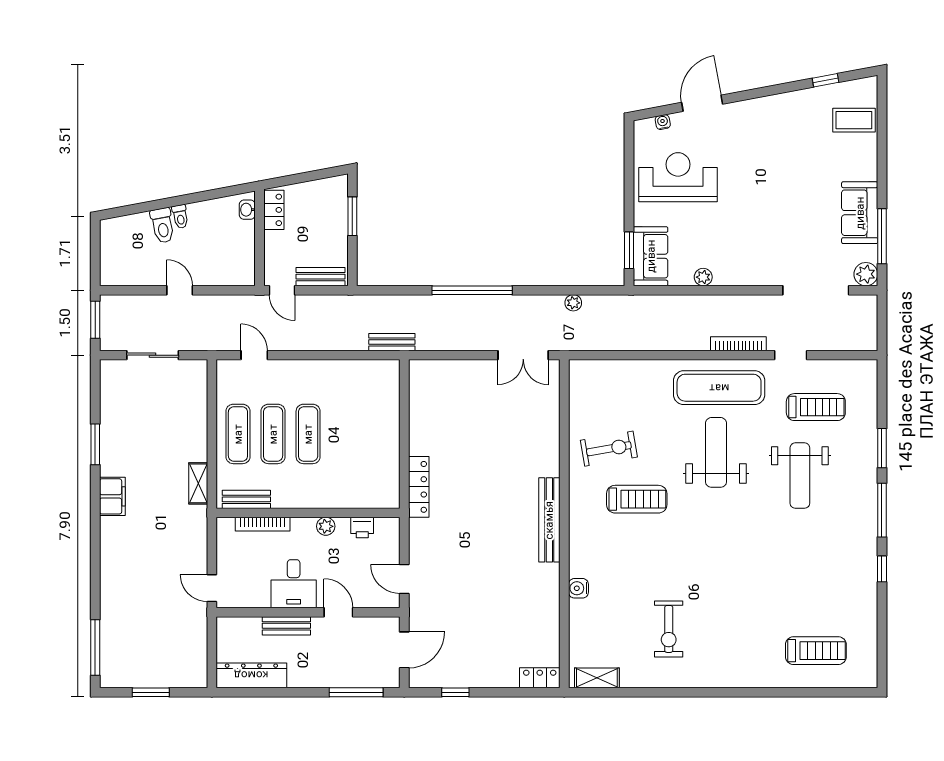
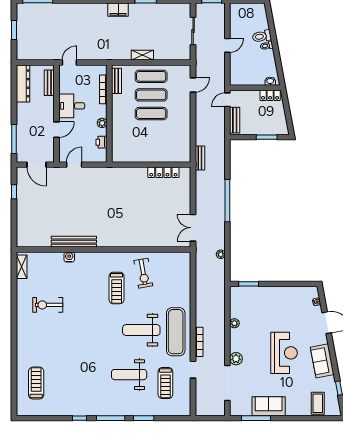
reception desk: (678, 177) -> (284, 353), moved
sofa: (651, 256) -> (322, 361), moved, turned 79
plant: (866, 274) -> (236, 359), moved
weight bench: (716, 452) -> (141, 330), turned 180
shelving: (198, 483) -> (142, 55), moved
locker: (419, 487) -> (163, 172), moved
bench: (549, 520) -> (74, 242), moved
bench: (286, 626) -> (49, 83), moved
treadmill: (816, 651) -> (36, 383), turned 180
locker: (540, 678) -> (22, 236), removed

